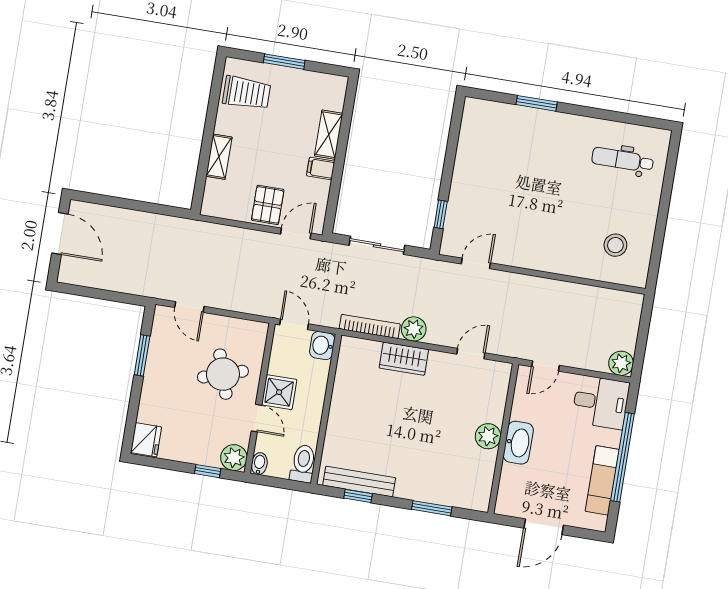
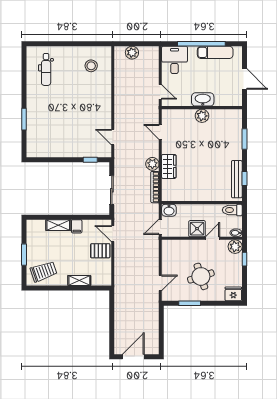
trolley: (247, 93) -> (44, 271), turned 71
plant: (621, 363) -> (132, 53), moved
round table: (223, 374) -> (201, 276), moved

